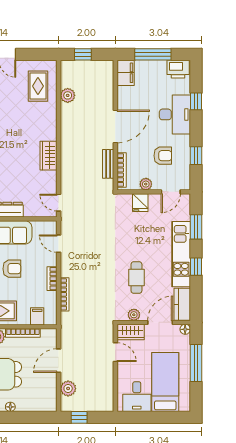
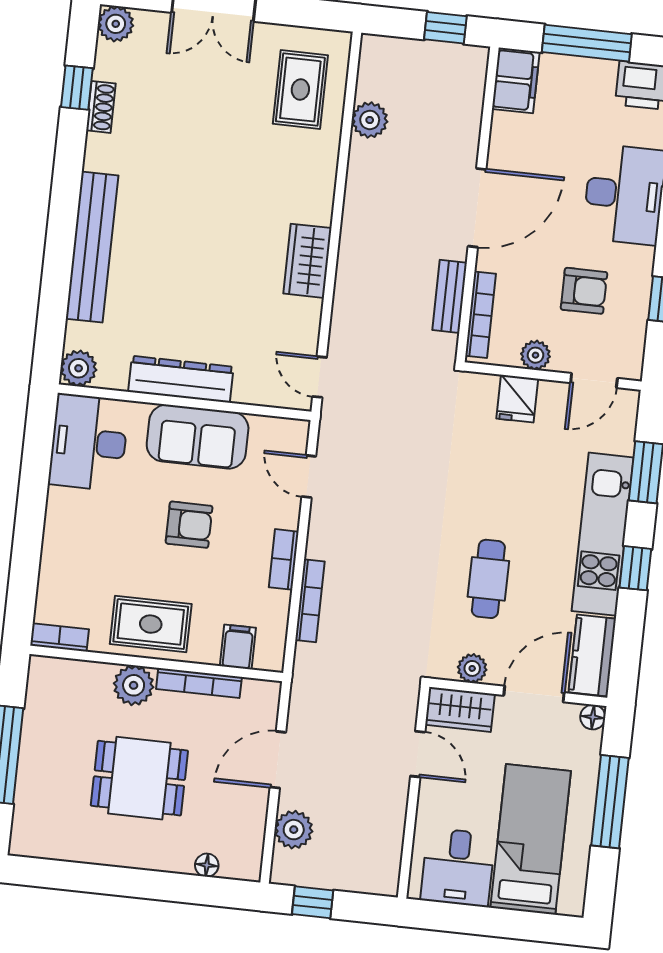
window: (83, 54) -> (445, 28), moved
floor lamp: (10, 407) -> (207, 865), moved

